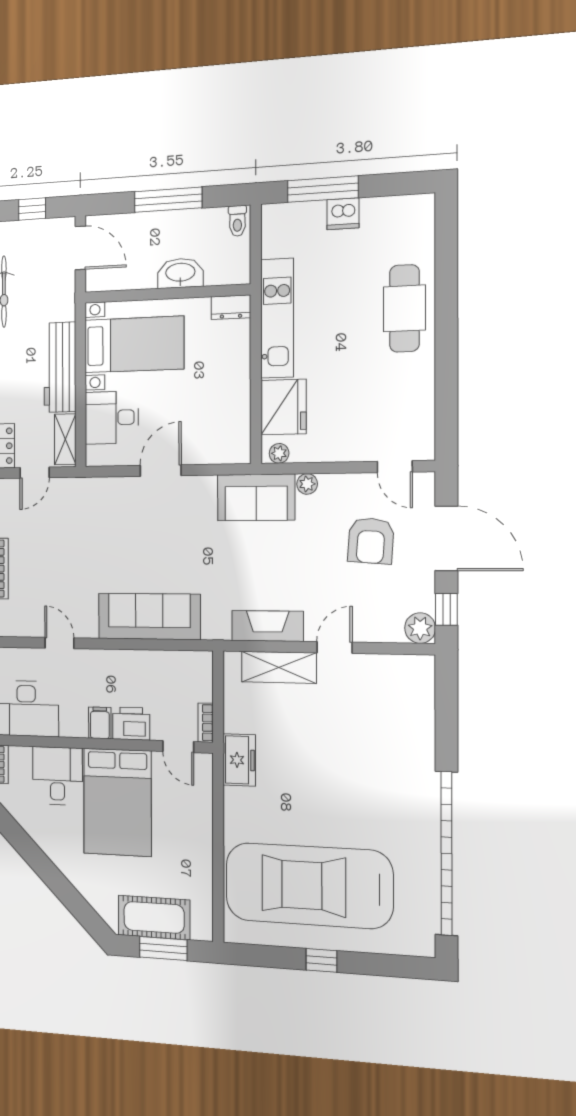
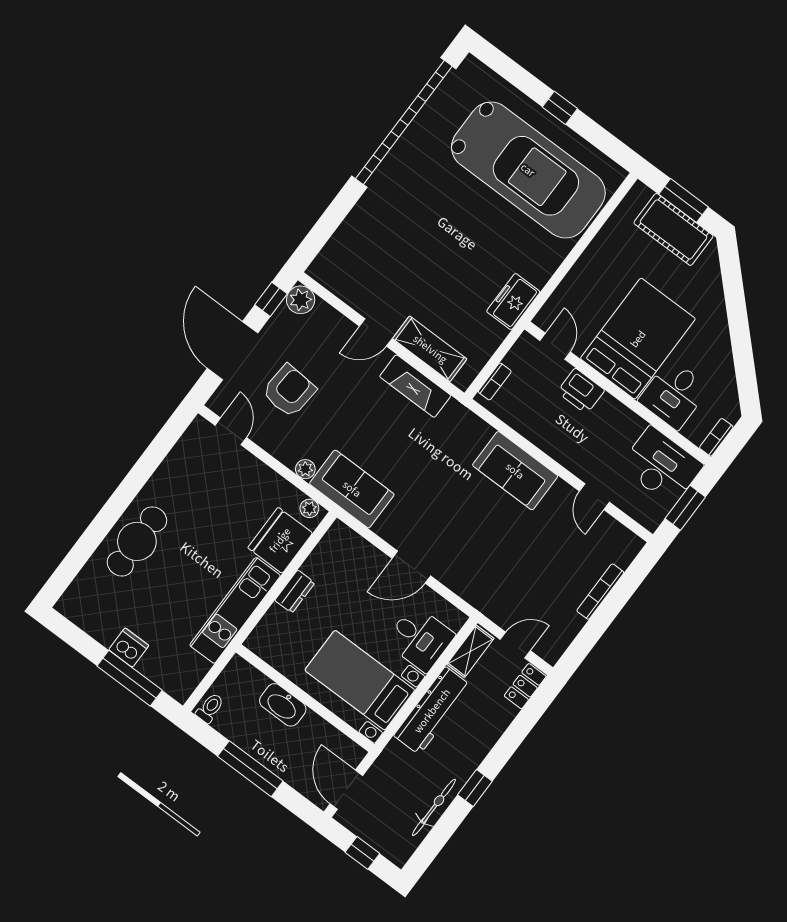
dresser: (231, 307) -> (295, 592), moved, turned 90
sofa: (149, 616) -> (515, 471), width x0.73
filing cabinet: (100, 723) -> (607, 410), removed
bookcase: (206, 723) -> (495, 381), moved

